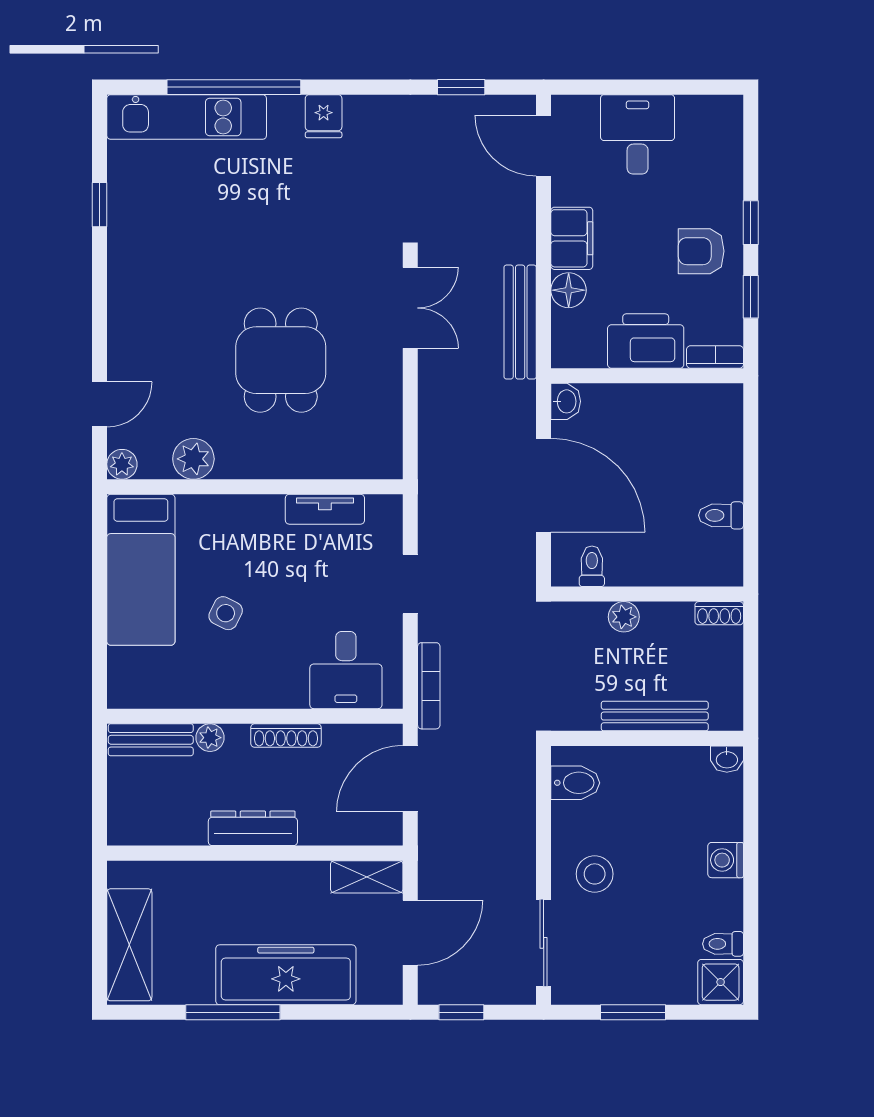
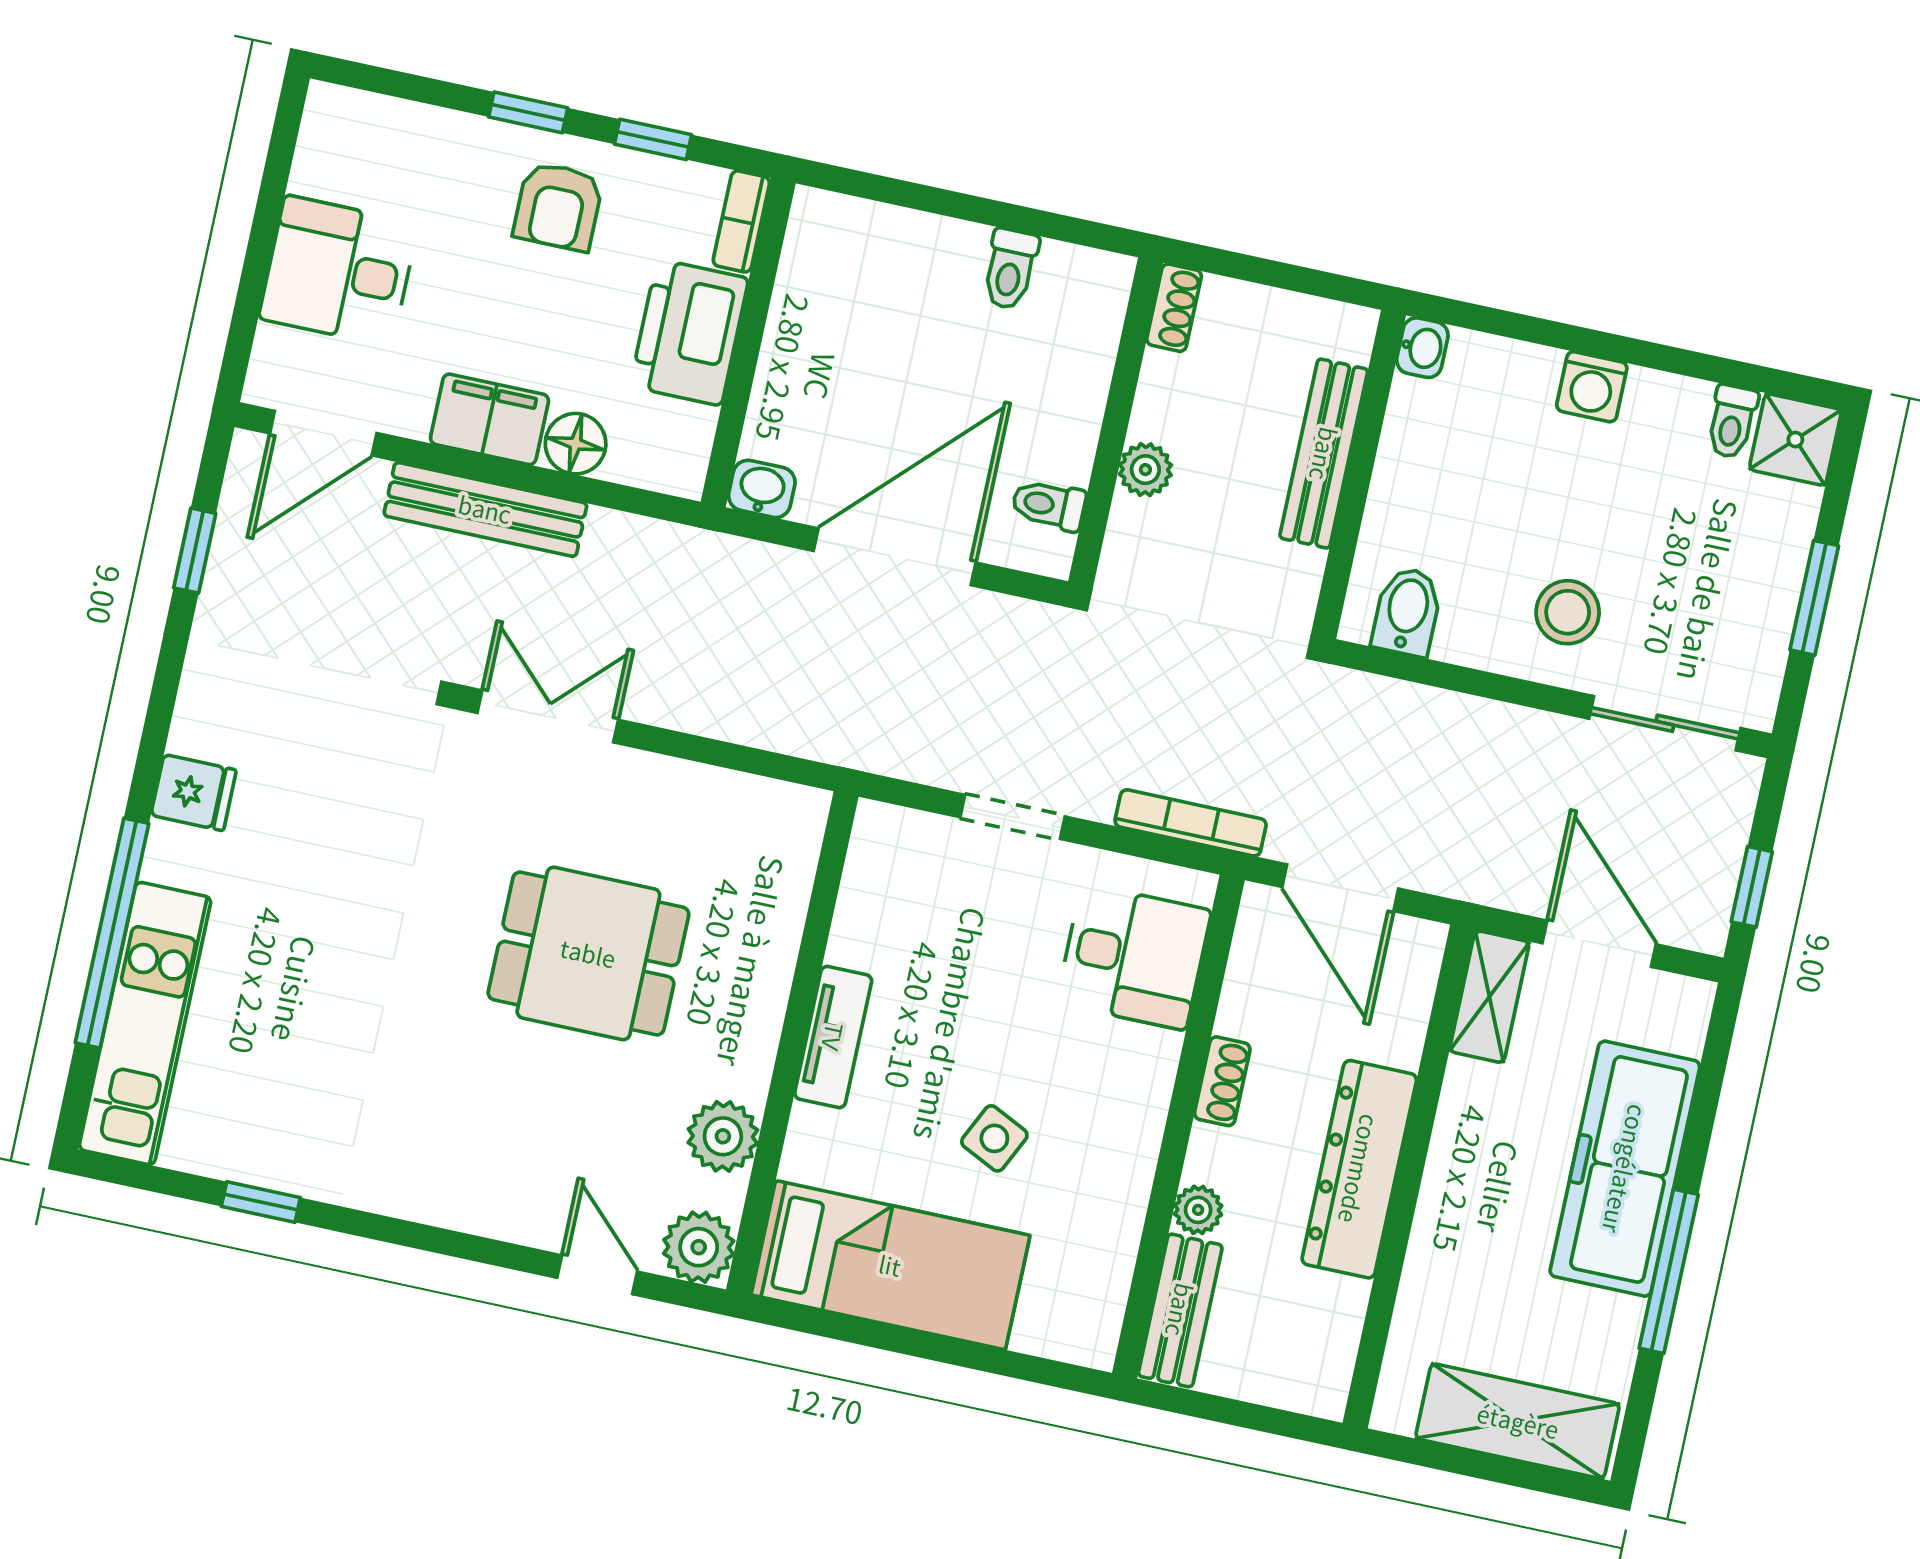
bench: (520, 322) -> (485, 509), moved
plant: (122, 464) -> (699, 1247), width x1.38, depth x1.38
tv unit: (325, 509) -> (833, 1037), moved
shoe rack: (286, 736) -> (1222, 1081), width x0.70
dresser: (253, 828) -> (1359, 1169), width x1.37, depth x1.24

